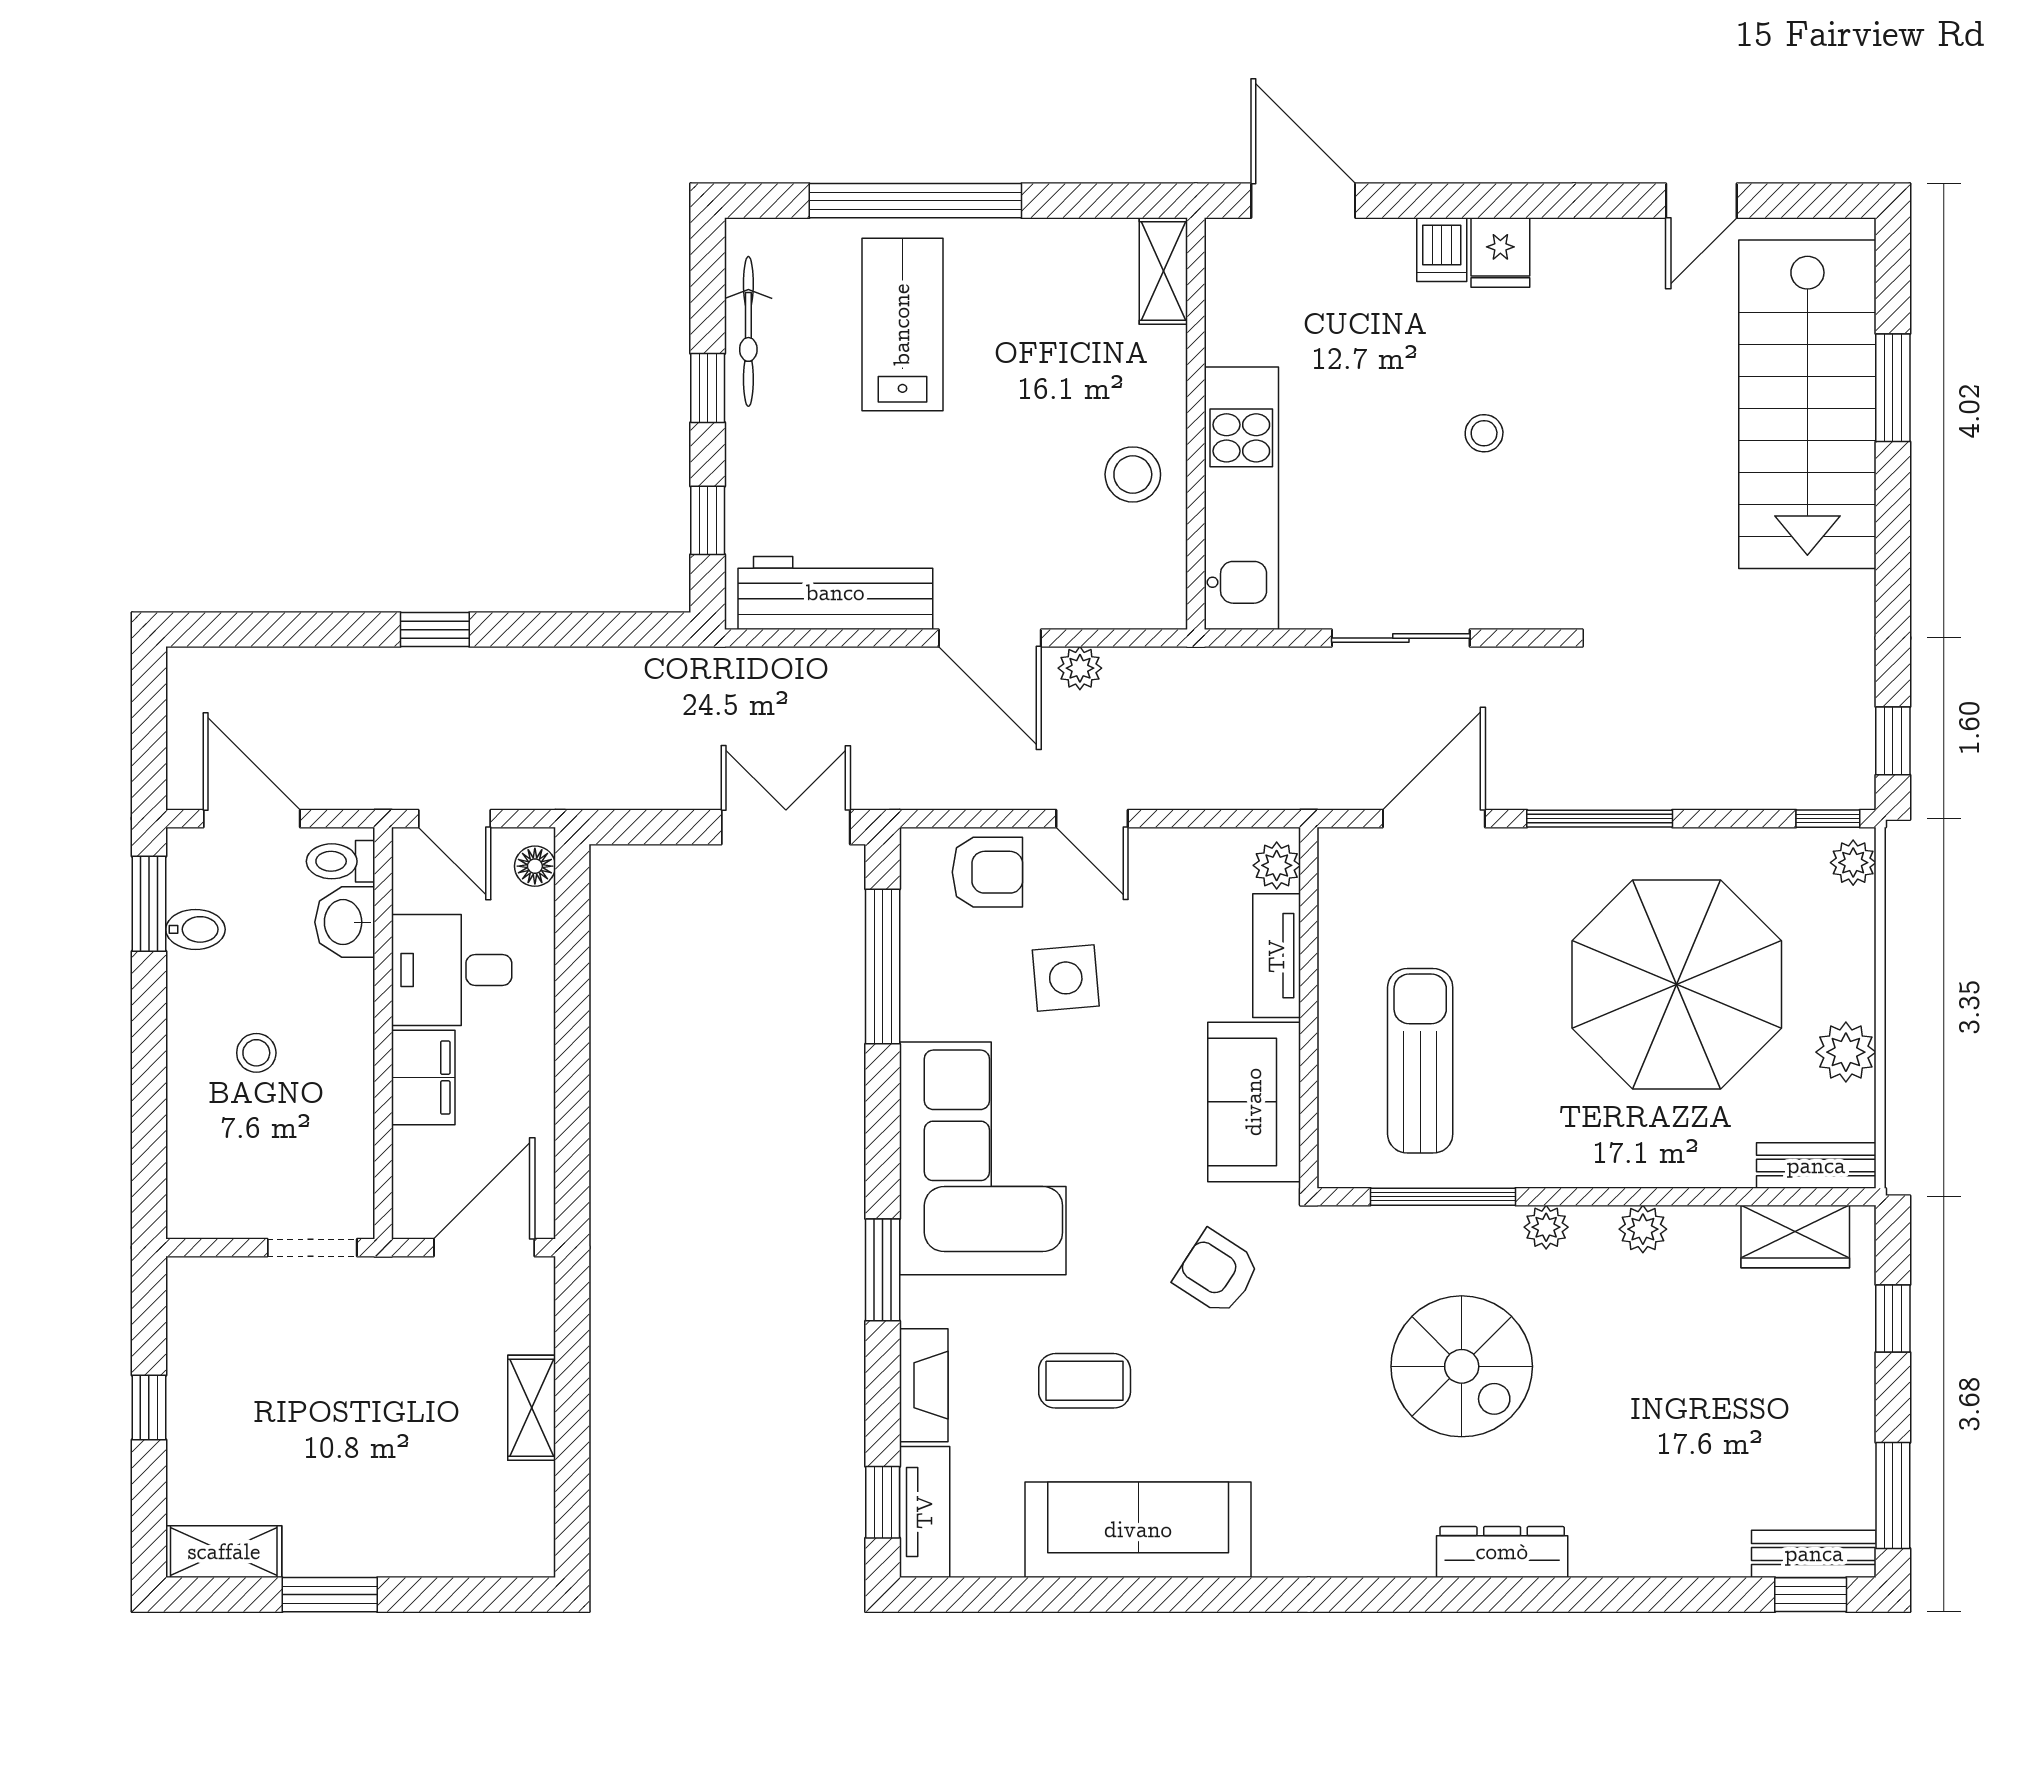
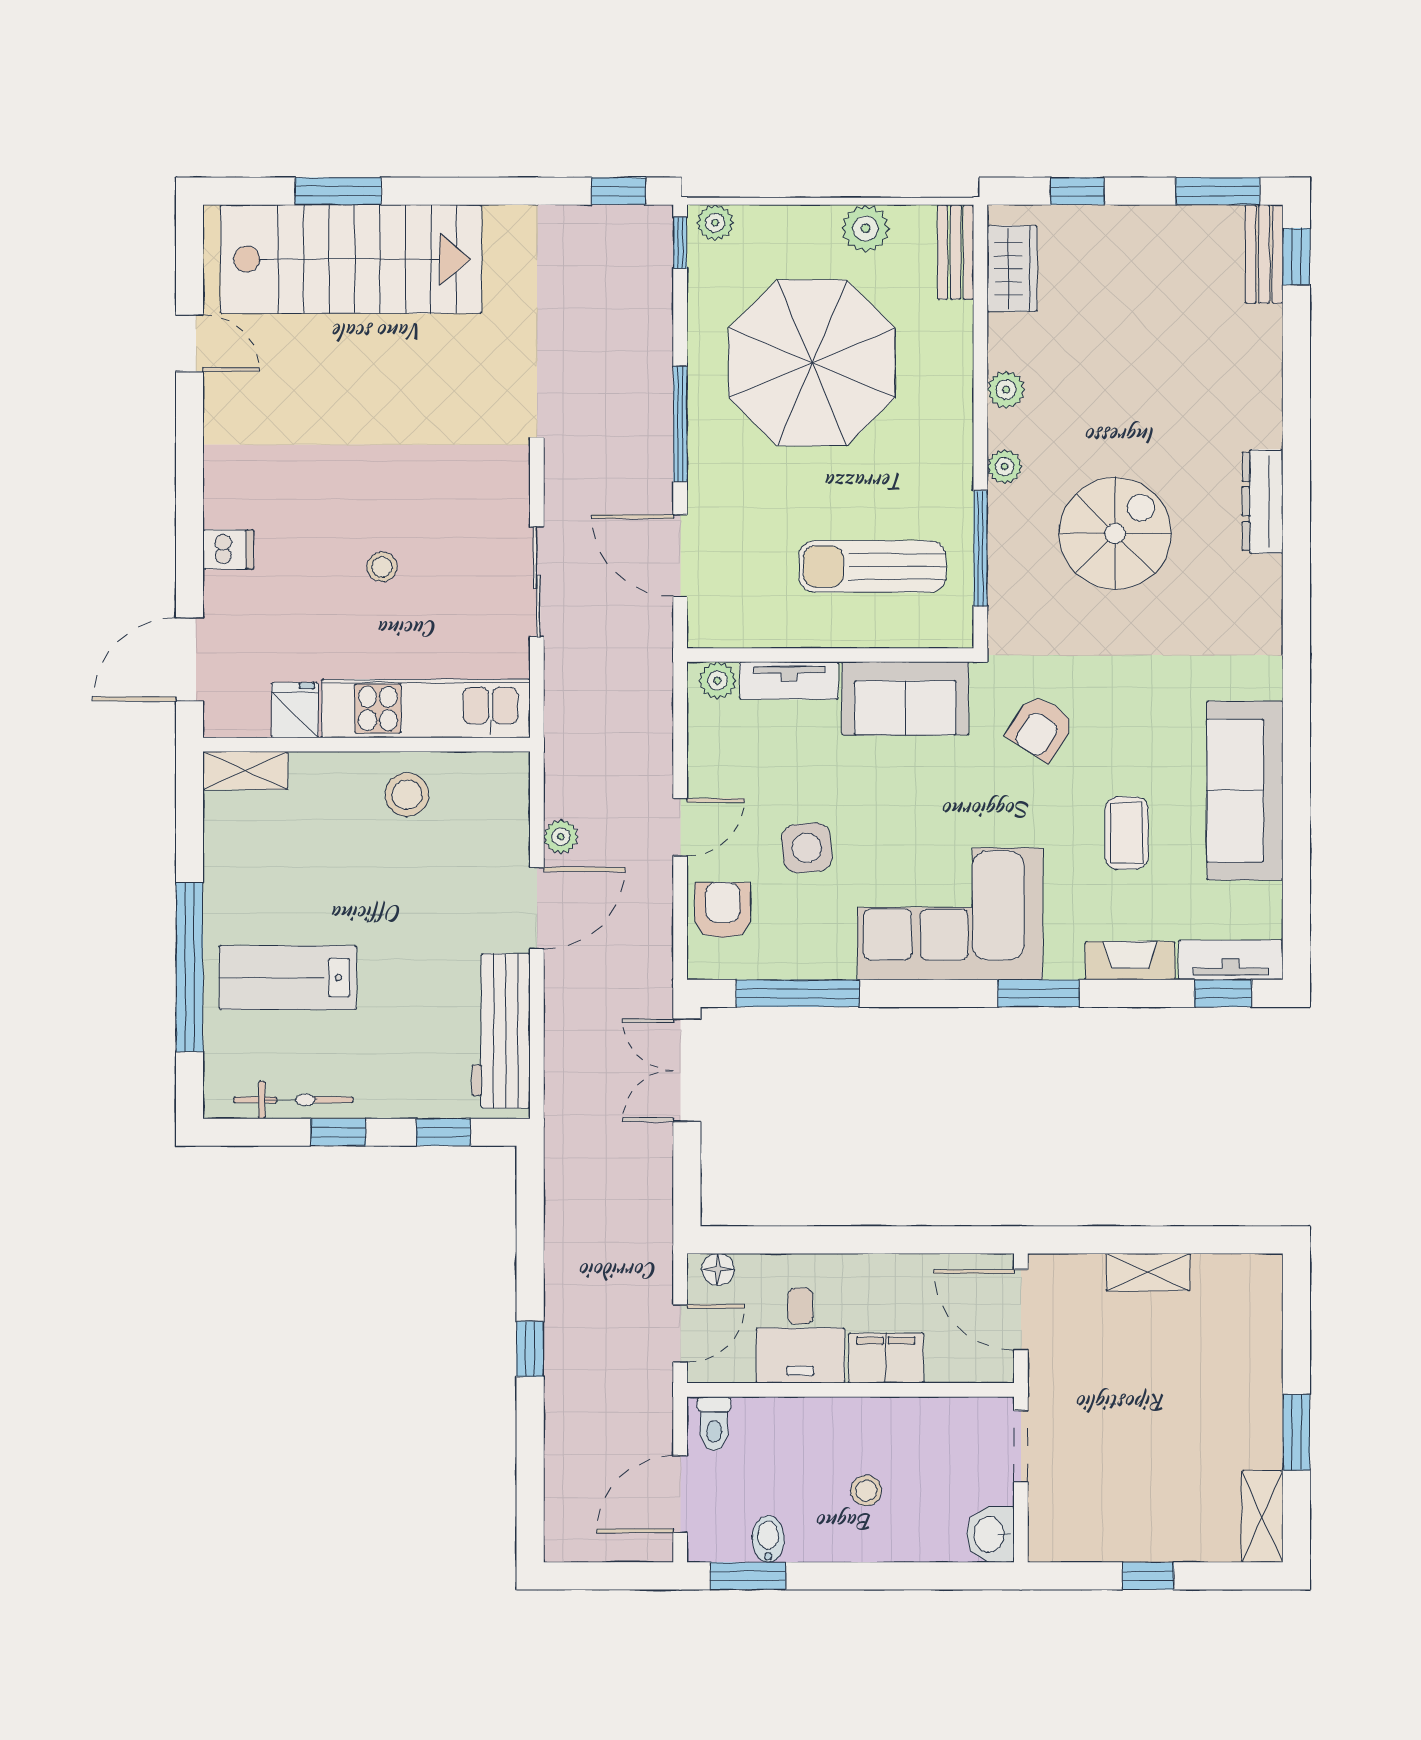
fridge: (1500, 252) -> (295, 710), moved, turned -90
stool: (1484, 433) -> (382, 567), moved
washbasin: (345, 922) -> (990, 1534), moved, turned 90

